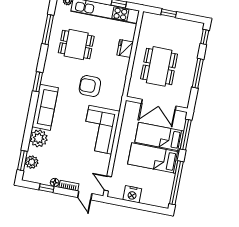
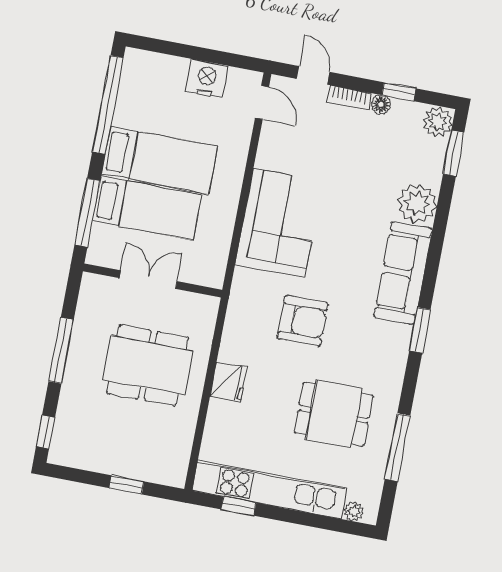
fridge: (125, 48) -> (228, 382), moved
dining table: (159, 66) -> (148, 365), turned 90
double door: (159, 105) -> (148, 280), width x0.73
plant: (32, 162) -> (438, 122), moved

